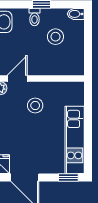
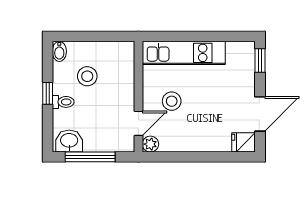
door: (17, 78) -> (138, 123), swing flipped
kitchen unit: (75, 140) -> (184, 53), moved

